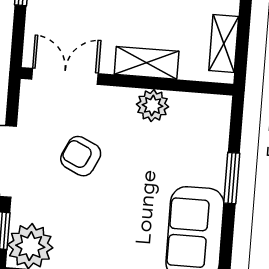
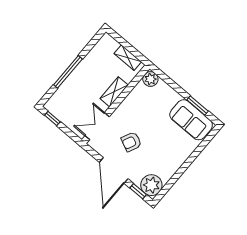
plant: (153, 106) -> (150, 79), moved
window: (232, 178) -> (198, 106), moved

